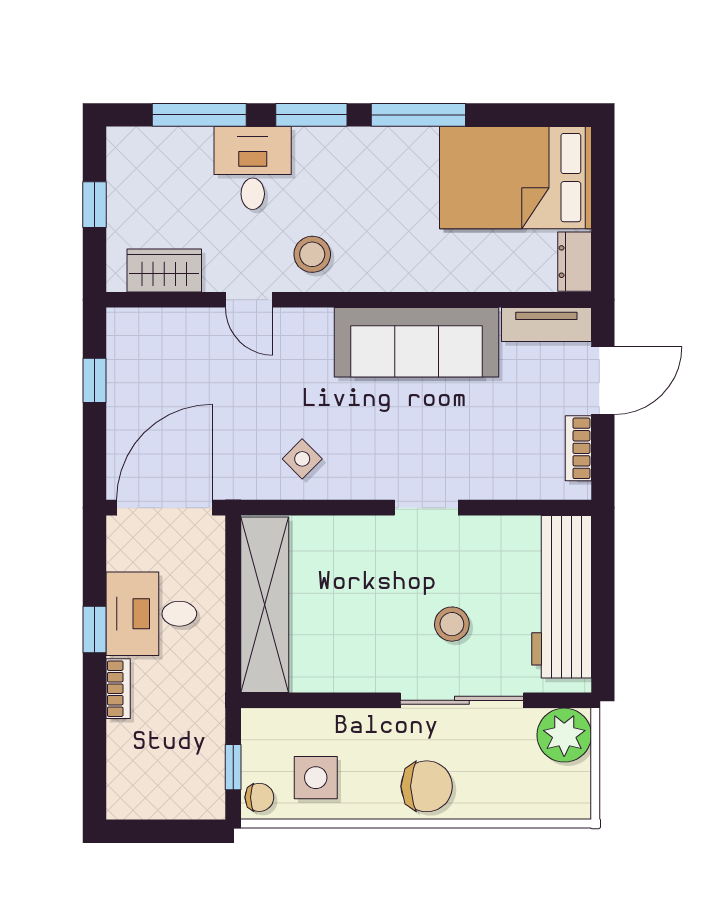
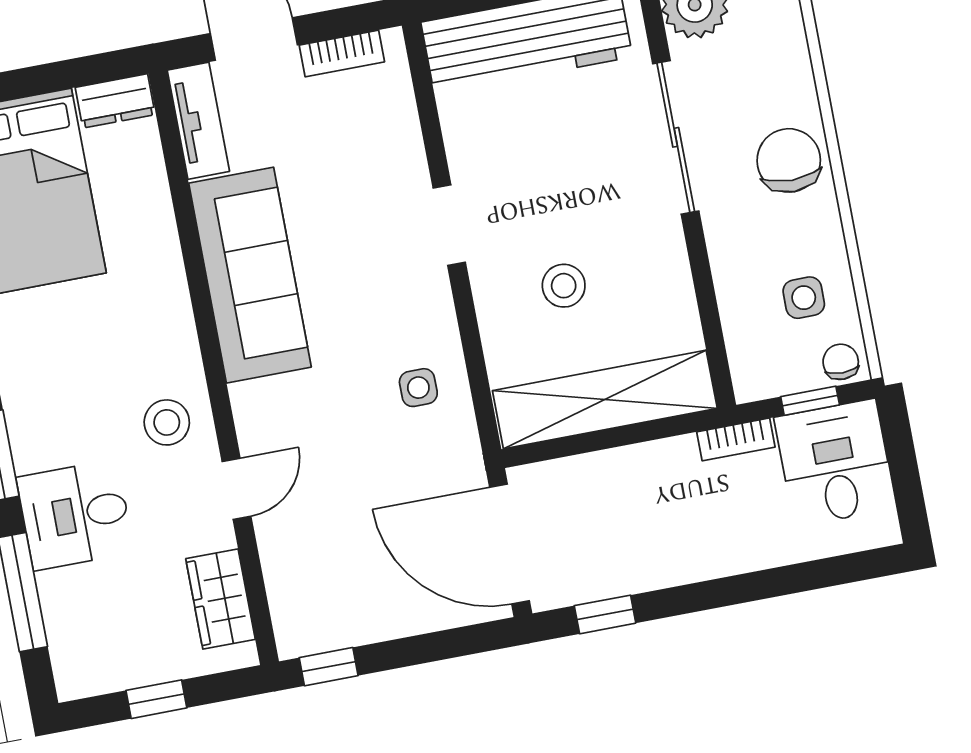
window: (95, 380) -> (329, 667), moved
side table: (302, 459) -> (418, 388), turned 45
desk: (151, 614) -> (835, 463), moved, turned 180
stool: (452, 624) -> (564, 286), moved
window: (95, 629) -> (605, 614), moved
bookcase: (118, 689) -> (736, 439), moved, turned 180
side table: (316, 778) -> (804, 298), width x0.73, depth x0.73

